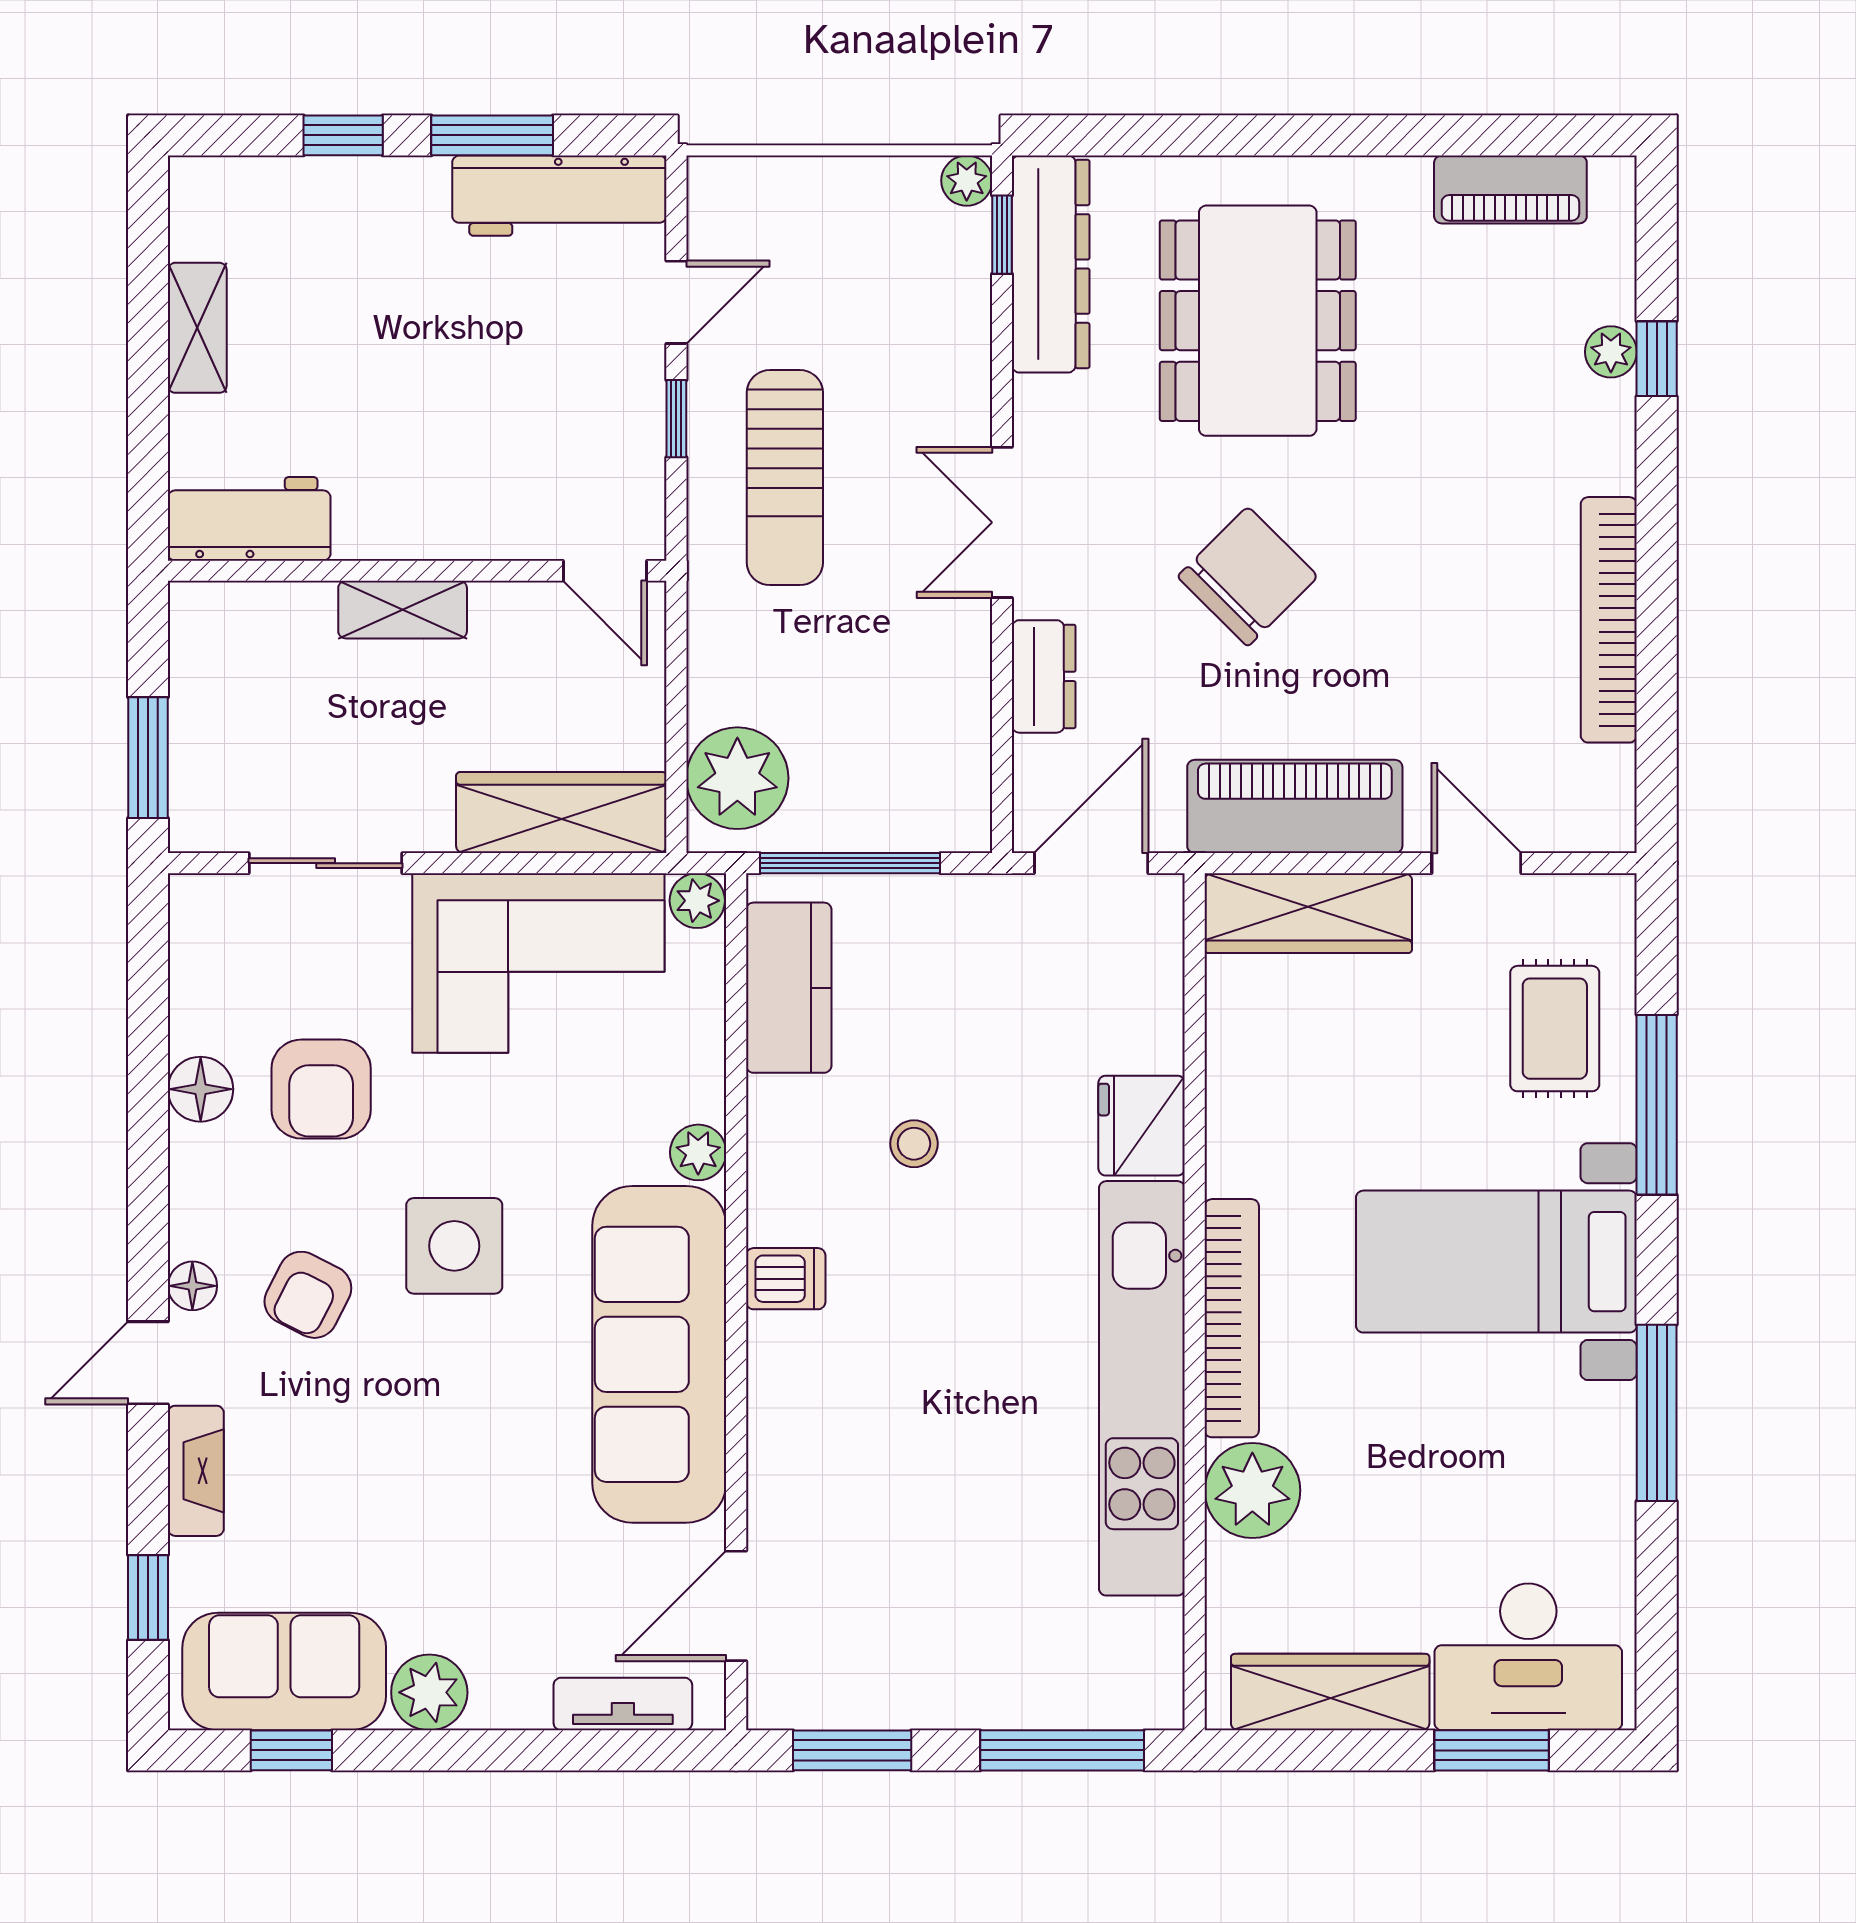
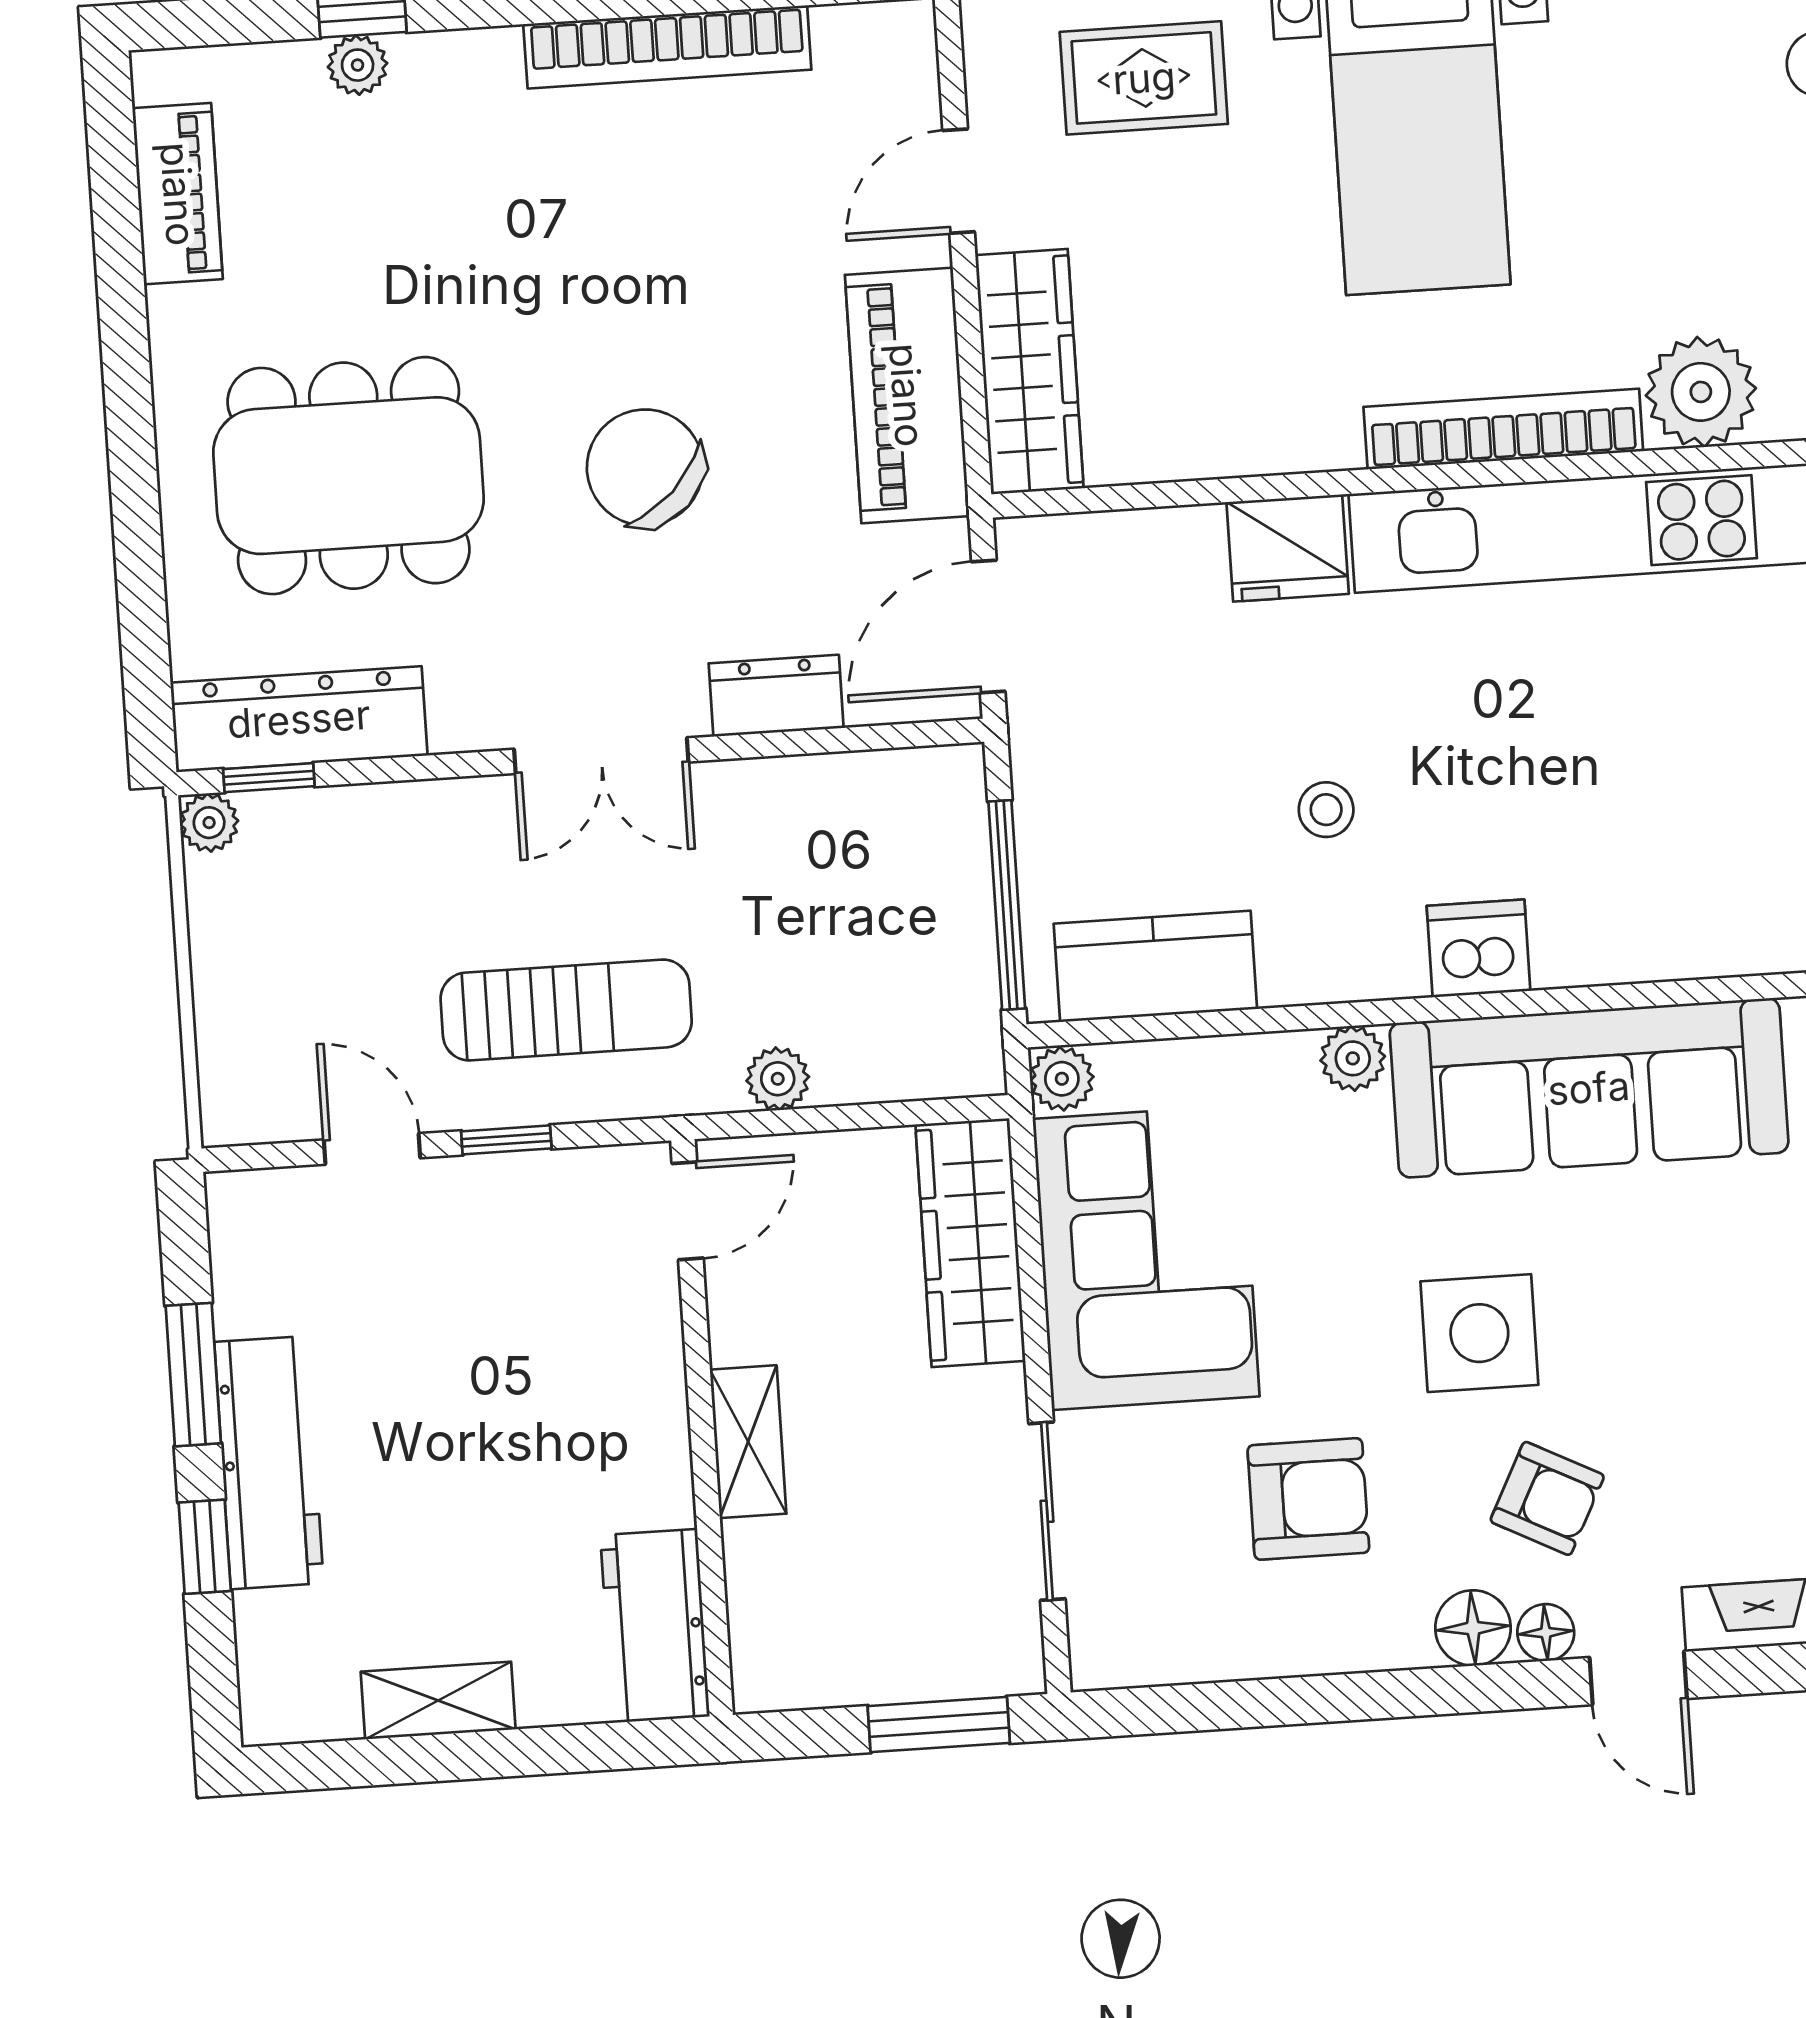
workbench: (559, 196) -> (269, 1463), moved
plant: (737, 778) -> (778, 1079), moved, width x0.53, depth x0.53
door: (1091, 863) -> (988, 626), hinge flipped
floor lamp: (201, 1089) -> (1473, 1628), moved
dishwasher: (786, 1279) -> (1478, 948), width x1.38

